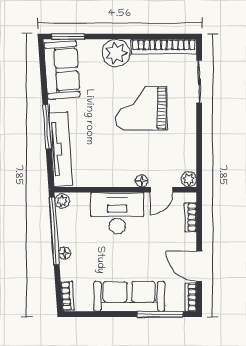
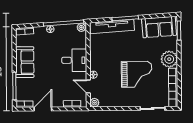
grand piano: (141, 108) -> (137, 74), turned 90
desk: (117, 213) -> (74, 60), width x0.73
sofa: (129, 296) -> (25, 62), width x0.73

